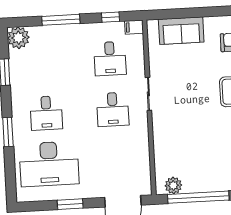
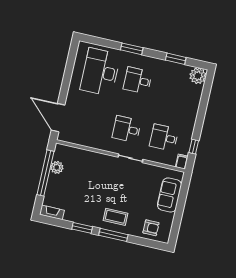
window: (61, 20) -> (202, 110), removed
plant: (173, 185) -> (57, 167), moved
window: (70, 204) -> (67, 79), removed

